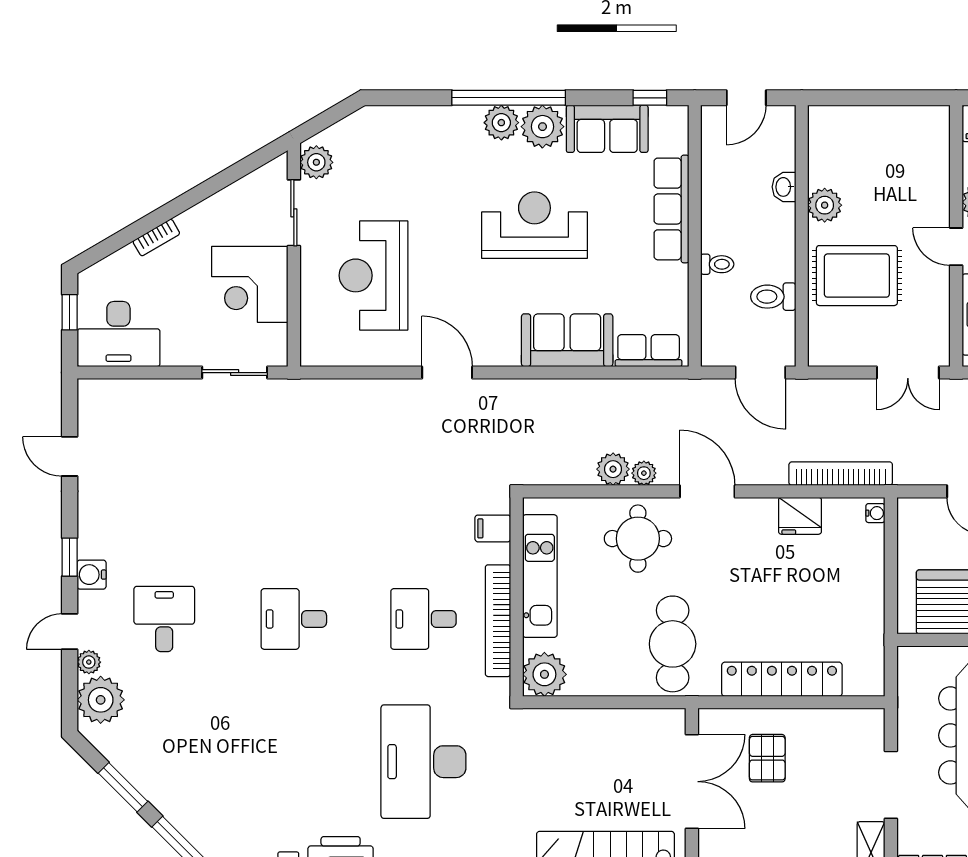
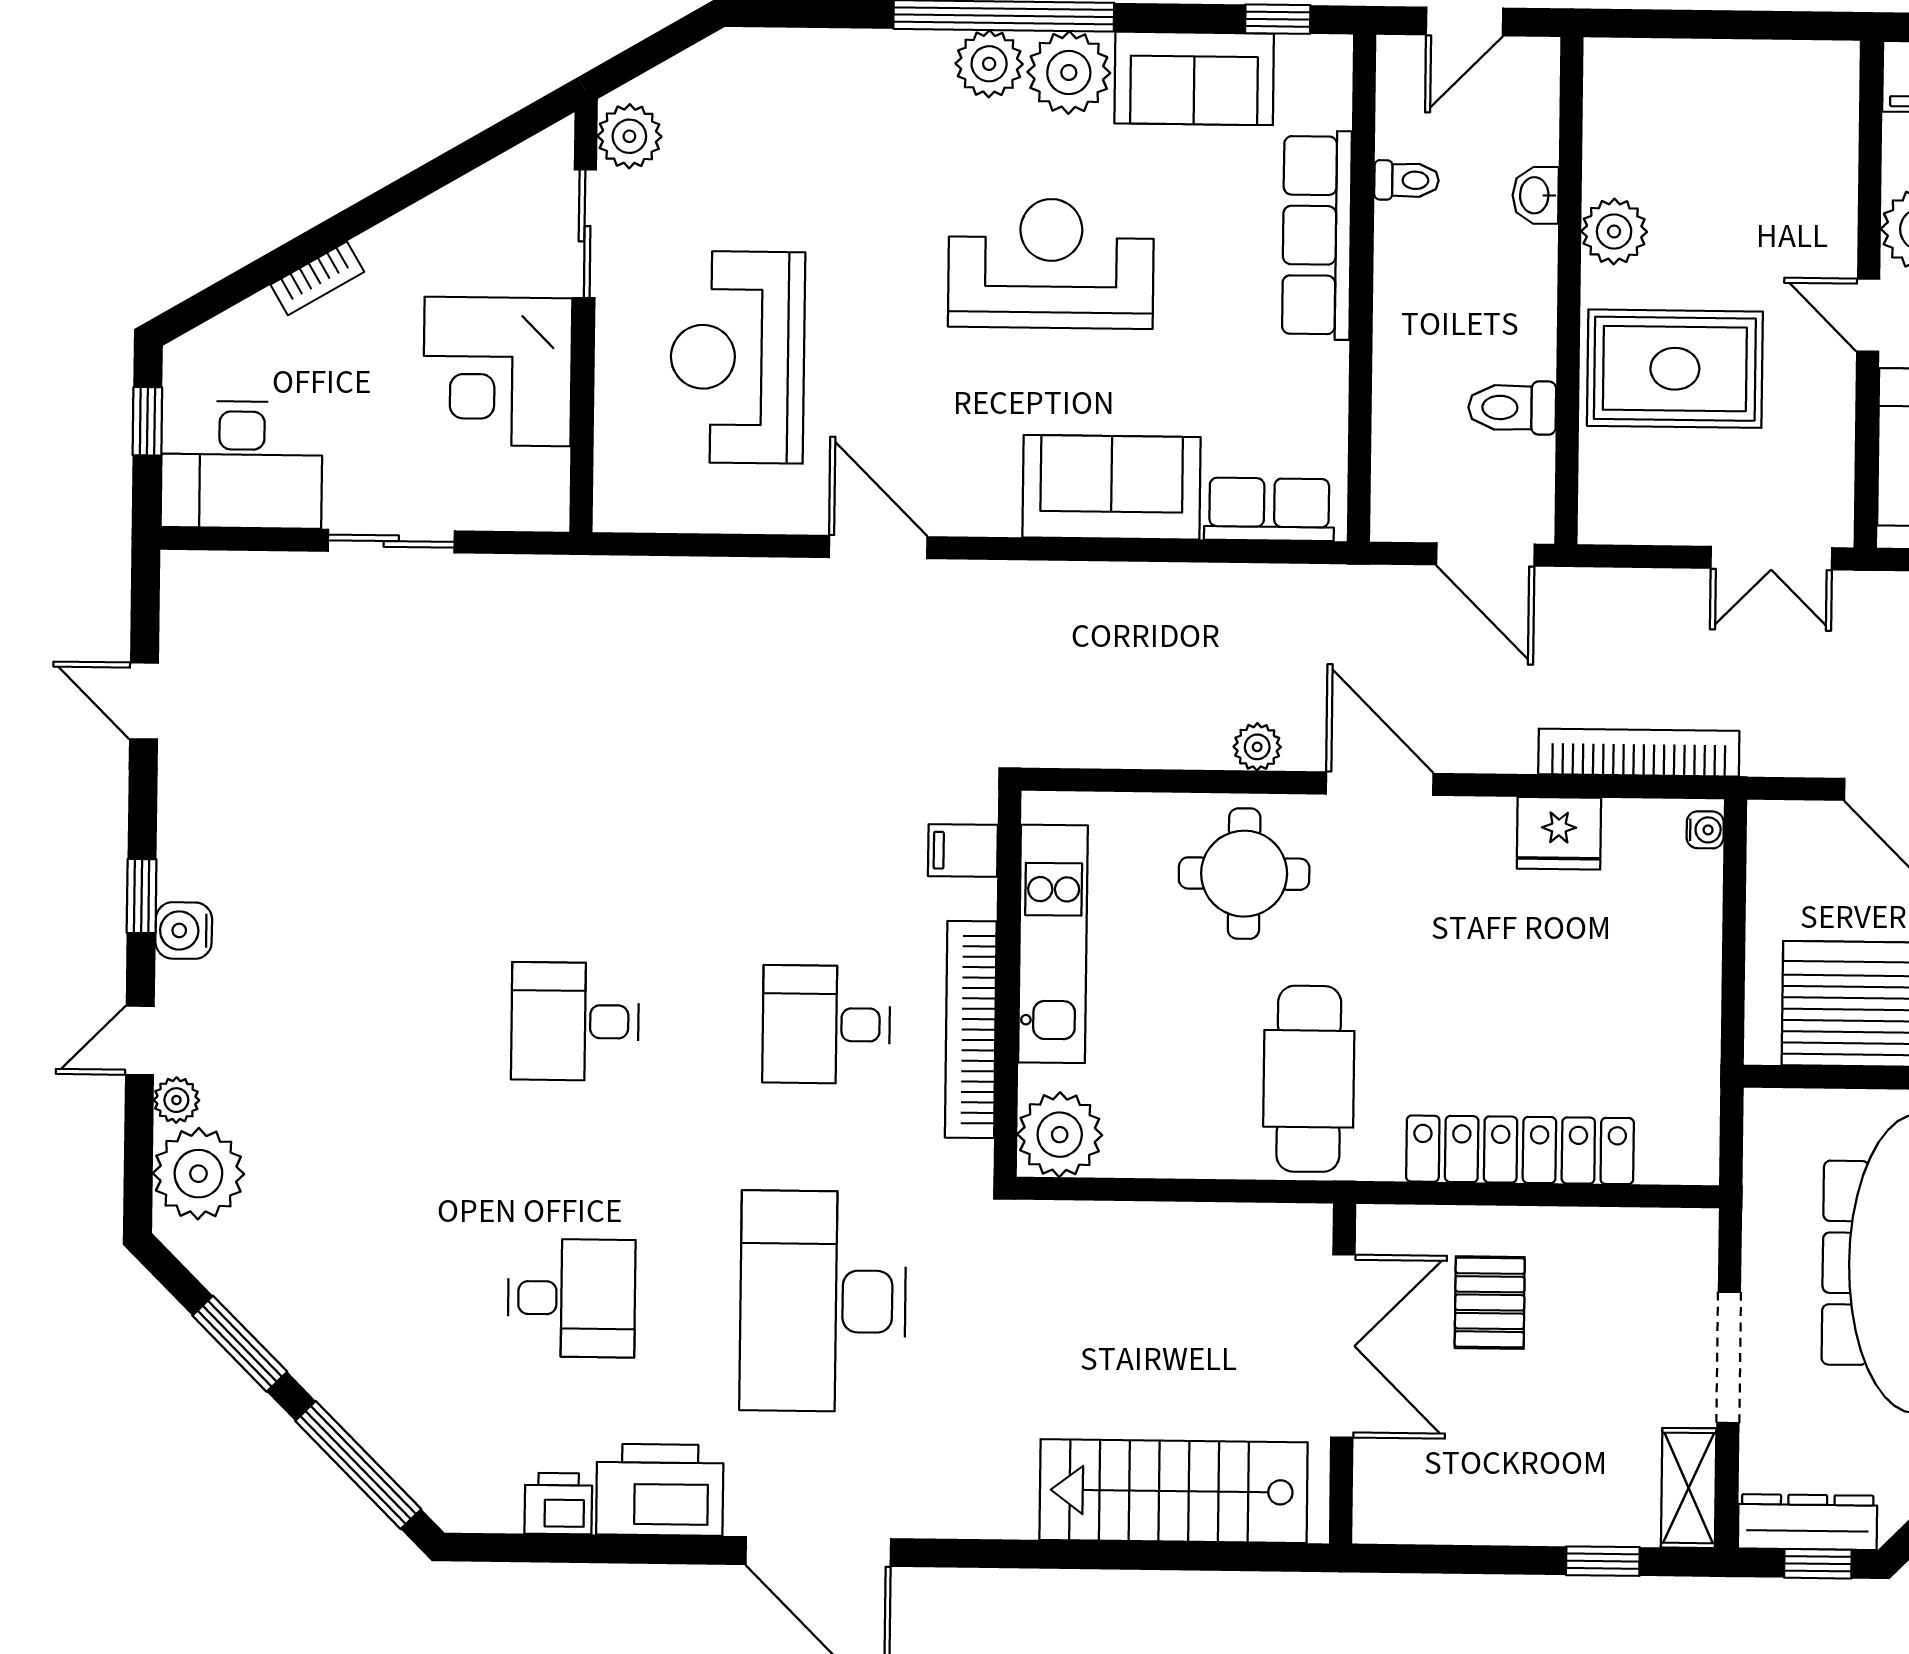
toilet: (717, 264) -> (1406, 180), moved
sliding door: (235, 373) -> (391, 541), moved
plant: (613, 469) -> (1197, 738), removed
desk: (164, 619) -> (572, 1298), moved, turned 90

